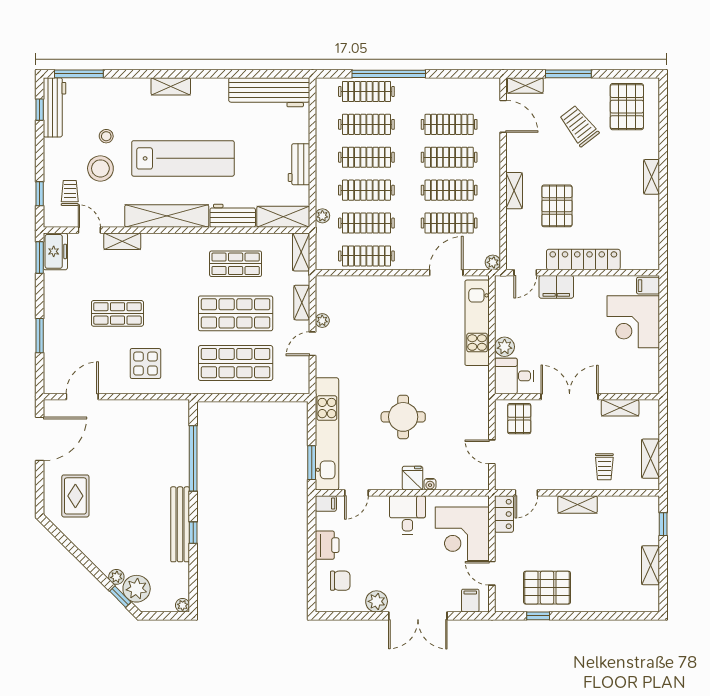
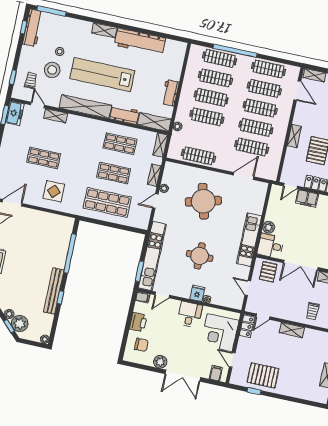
workbench: (269, 92) -> (140, 42), moved
lab bench: (183, 158) -> (102, 75), turned 180
clothes rail: (366, 223) -> (269, 69), moved
plant: (493, 262) -> (273, 176), removed
shop shelf: (236, 313) -> (114, 173), width x0.70, depth x0.74
kitchen unit: (477, 323) -> (249, 240), moved
round table: (390, 327) -> (203, 201), added
double door: (570, 397) -> (301, 265), swing flipped

